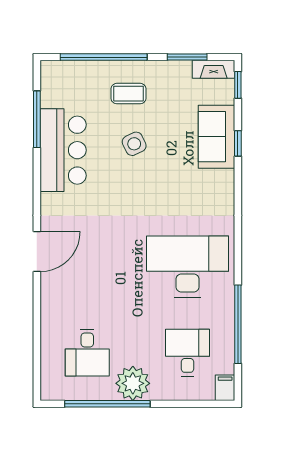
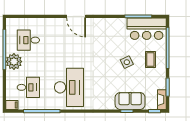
bar counter: (63, 150) -> (147, 29), moved

